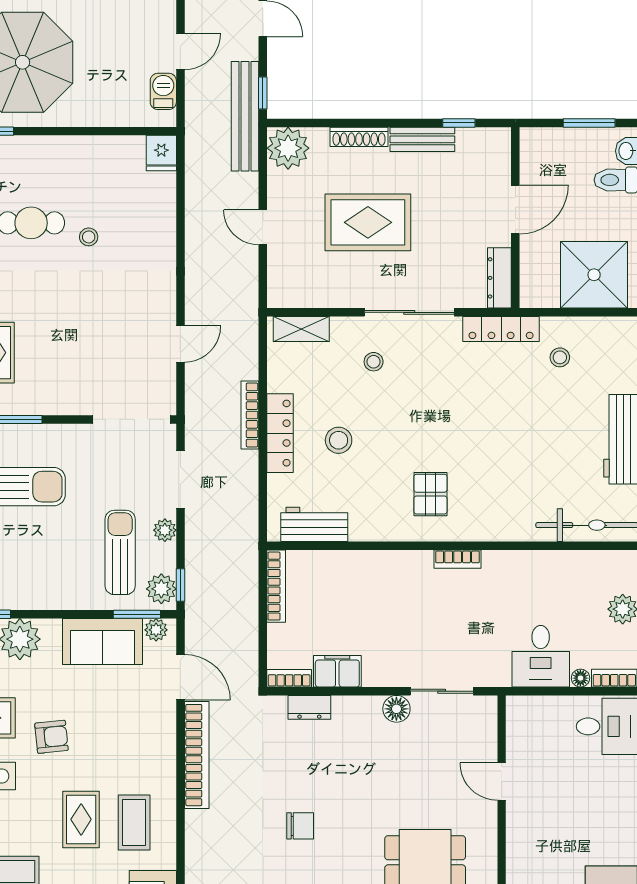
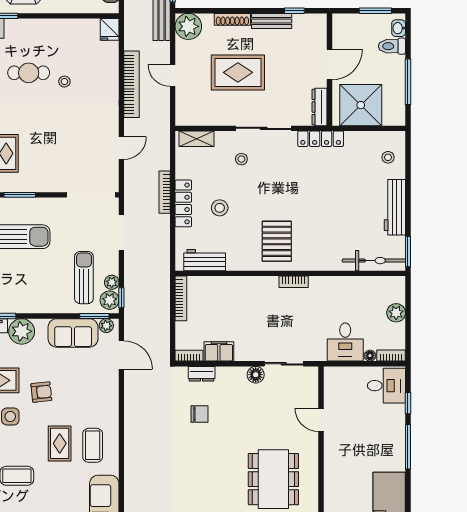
shower: (594, 275) -> (361, 105), moved
stool: (560, 357) -> (388, 157), moved
pallet: (430, 494) -> (277, 241), width x1.50, depth x1.42
plant: (165, 530) -> (112, 282), moved
bookcase: (197, 755) -> (132, 84), moved
chair: (300, 826) -> (200, 414), moved

